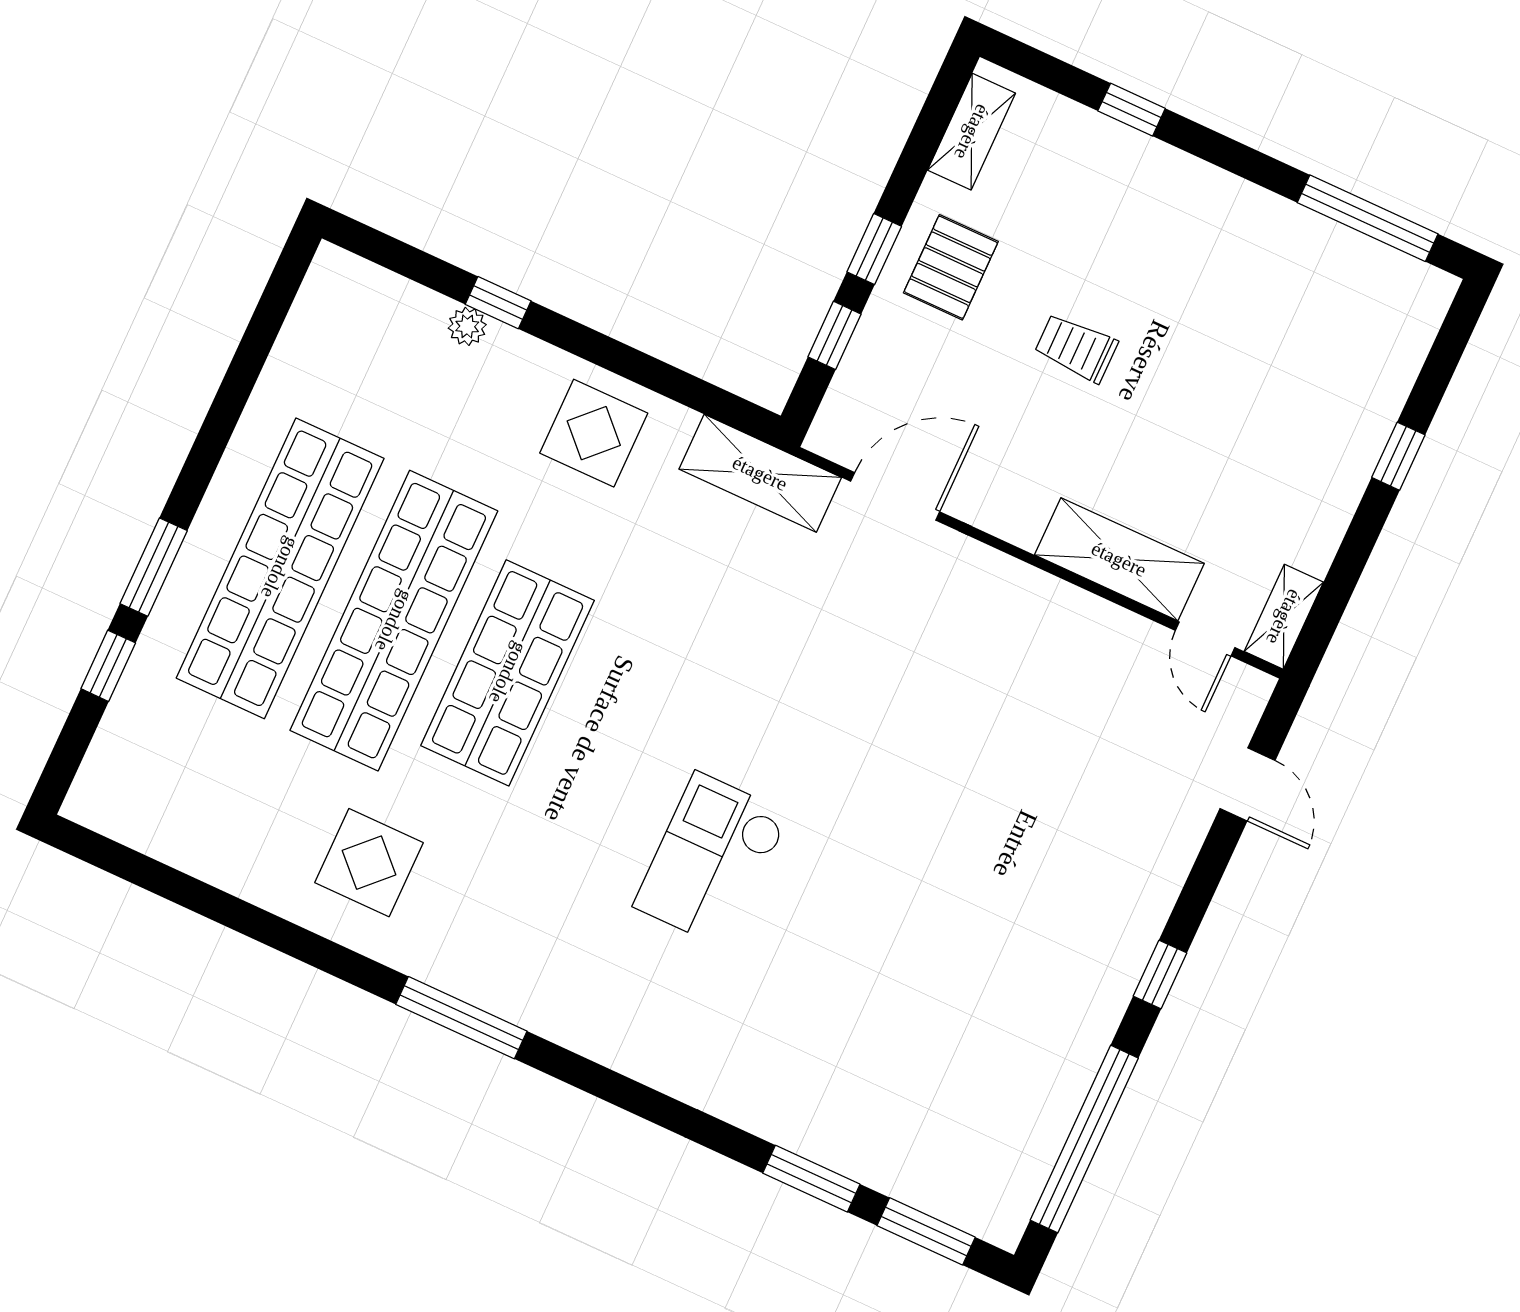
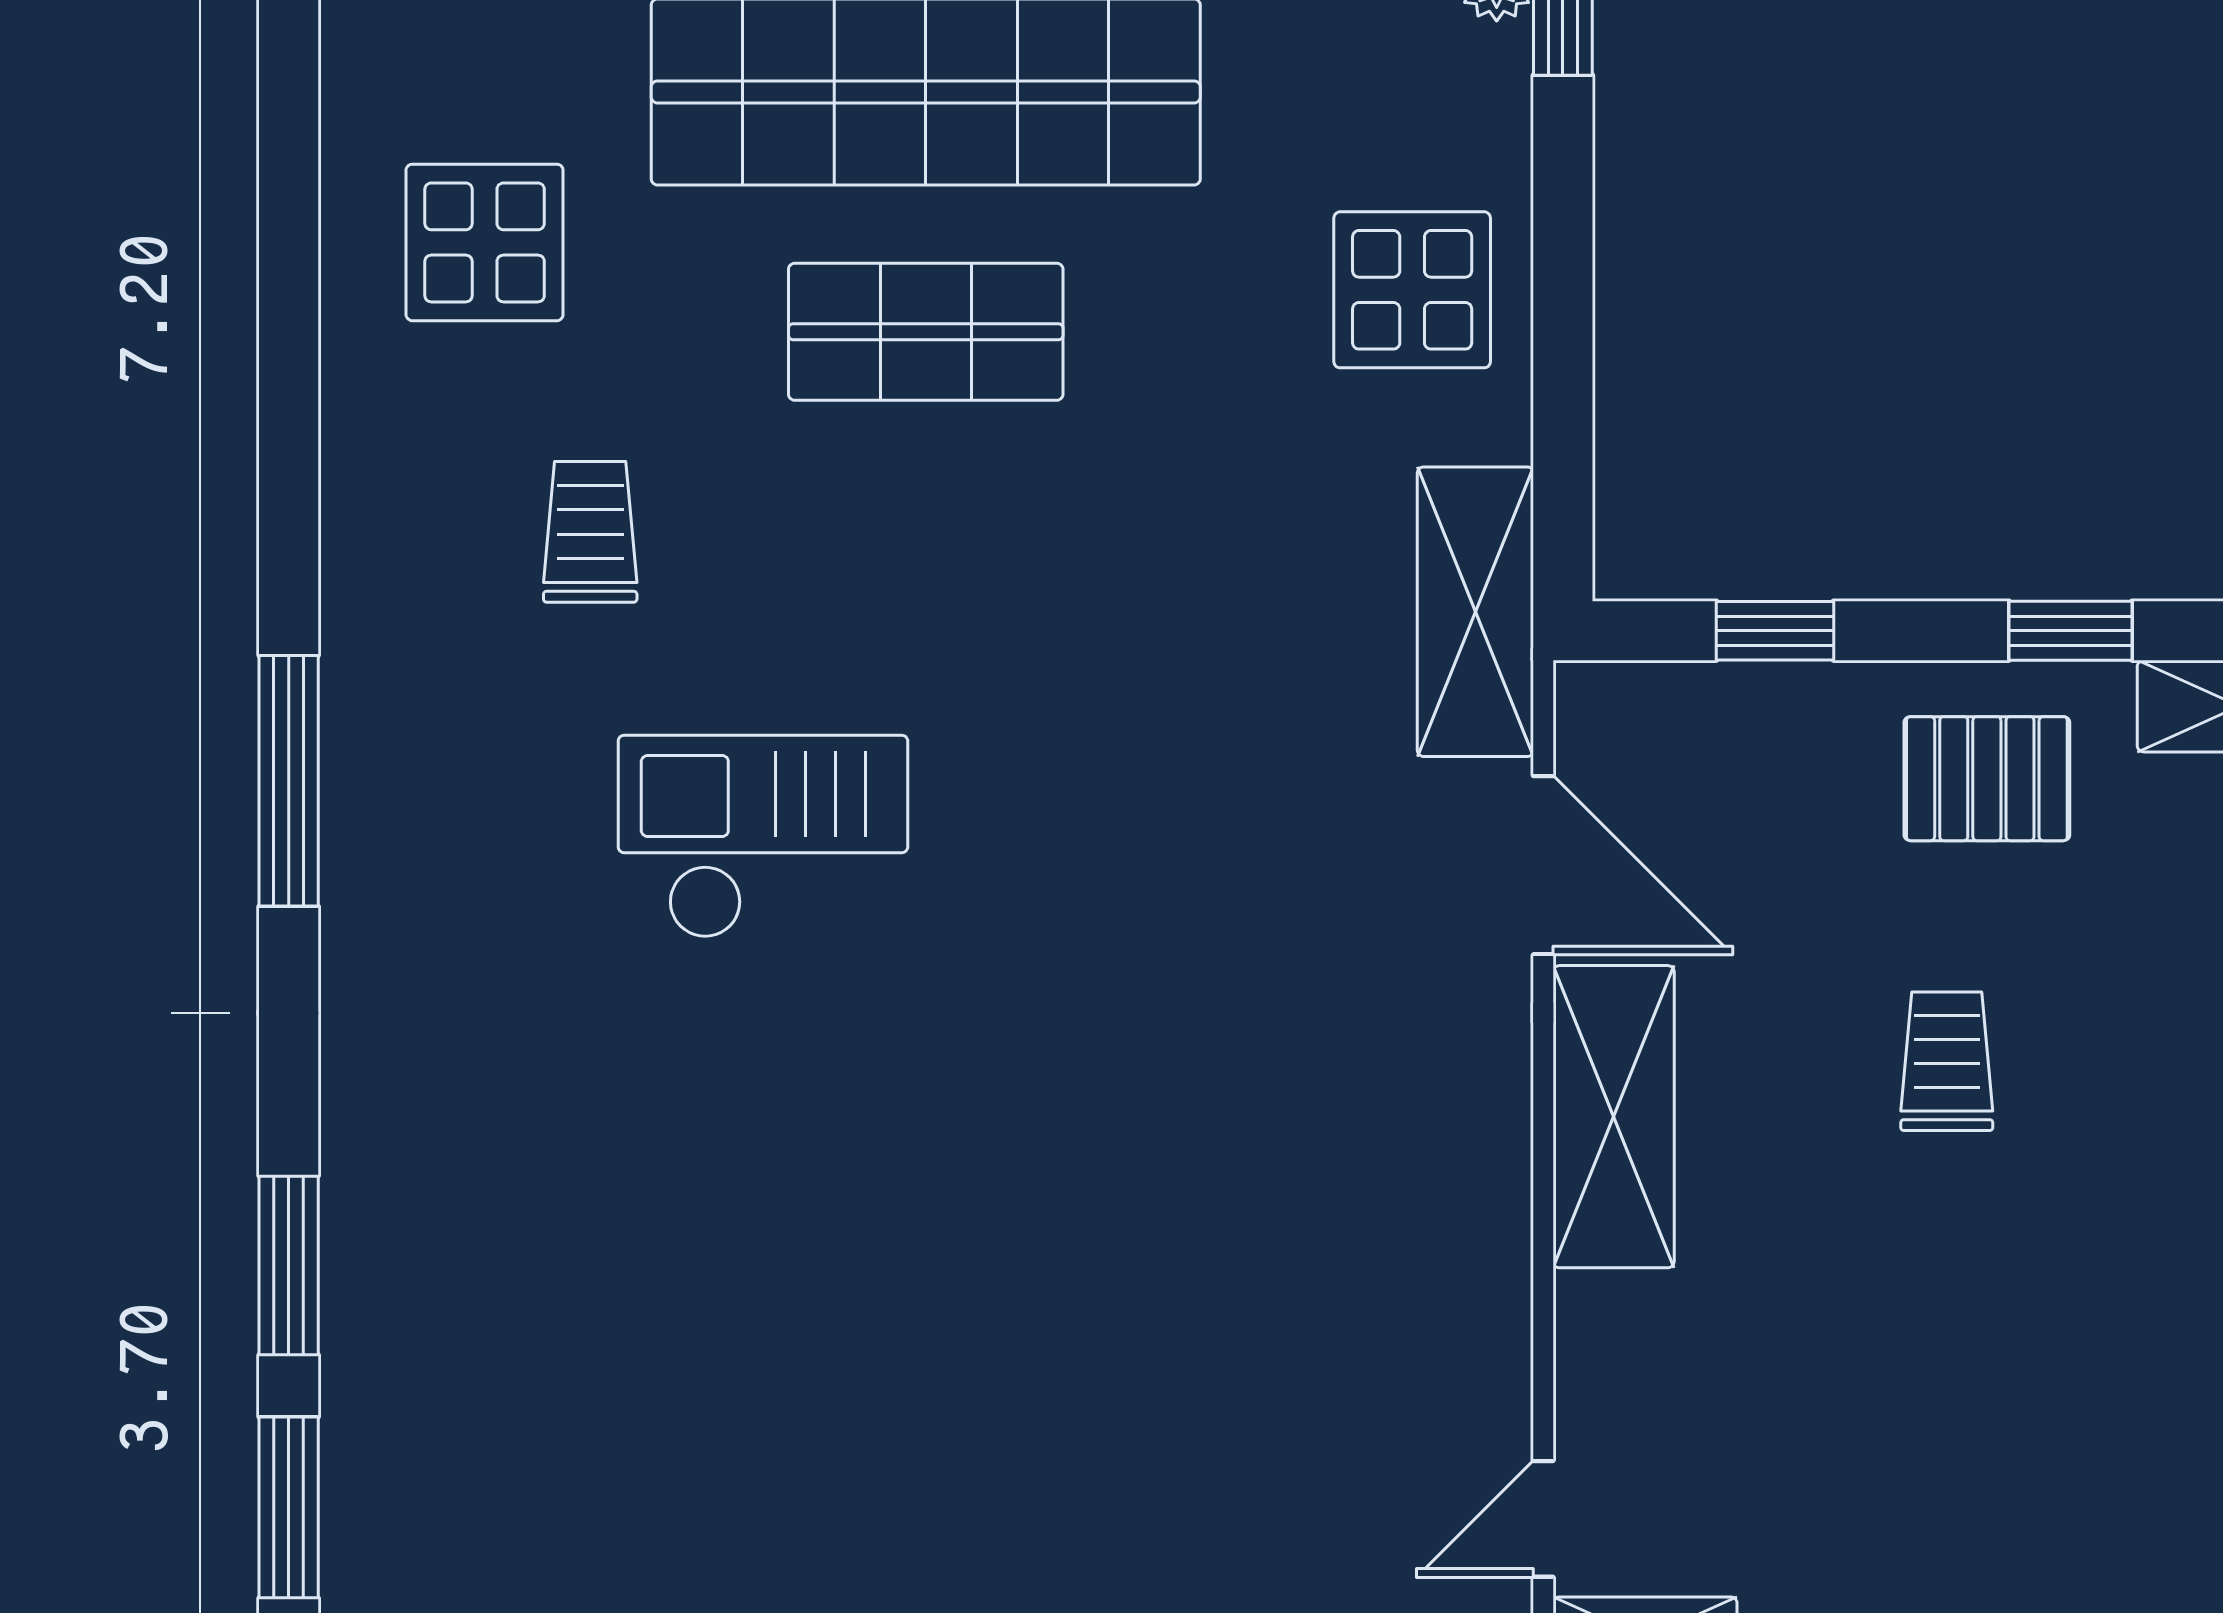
window: (874, 249) -> (2071, 631), moved
shelving: (1119, 559) -> (1614, 1117), moved
shop shelf: (508, 673) -> (926, 332), width x0.70, depth x0.74
trolley: (529, 876) -> (590, 532), added
window: (461, 1018) -> (289, 781), moved

